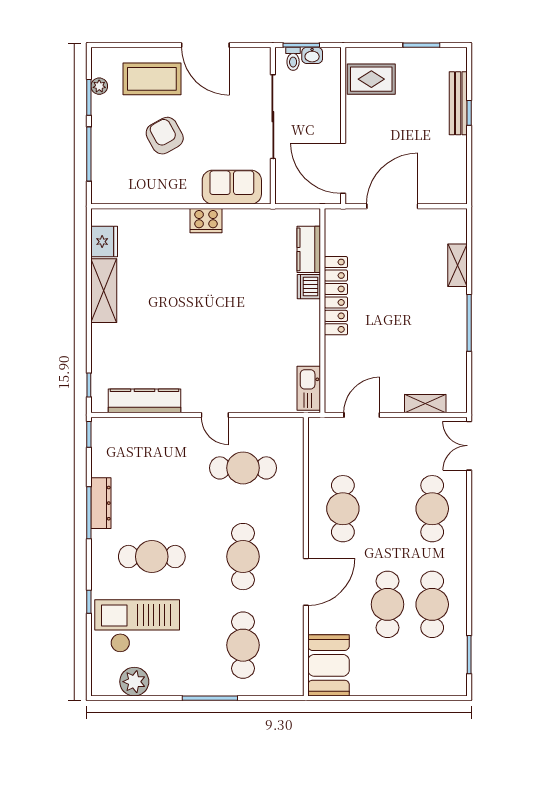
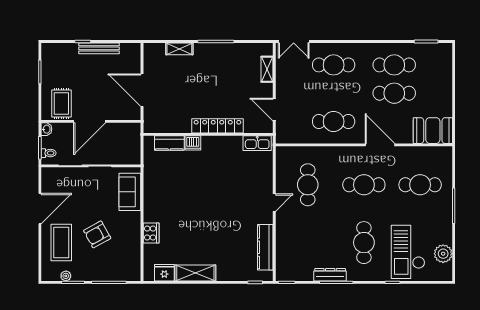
washbasin: (312, 55) -> (46, 129), moved
bench: (458, 103) -> (99, 48), moved
door: (343, 168) -> (90, 121), moved
cooker: (206, 221) -> (151, 233), moved
locker: (336, 296) -> (217, 126), moved

